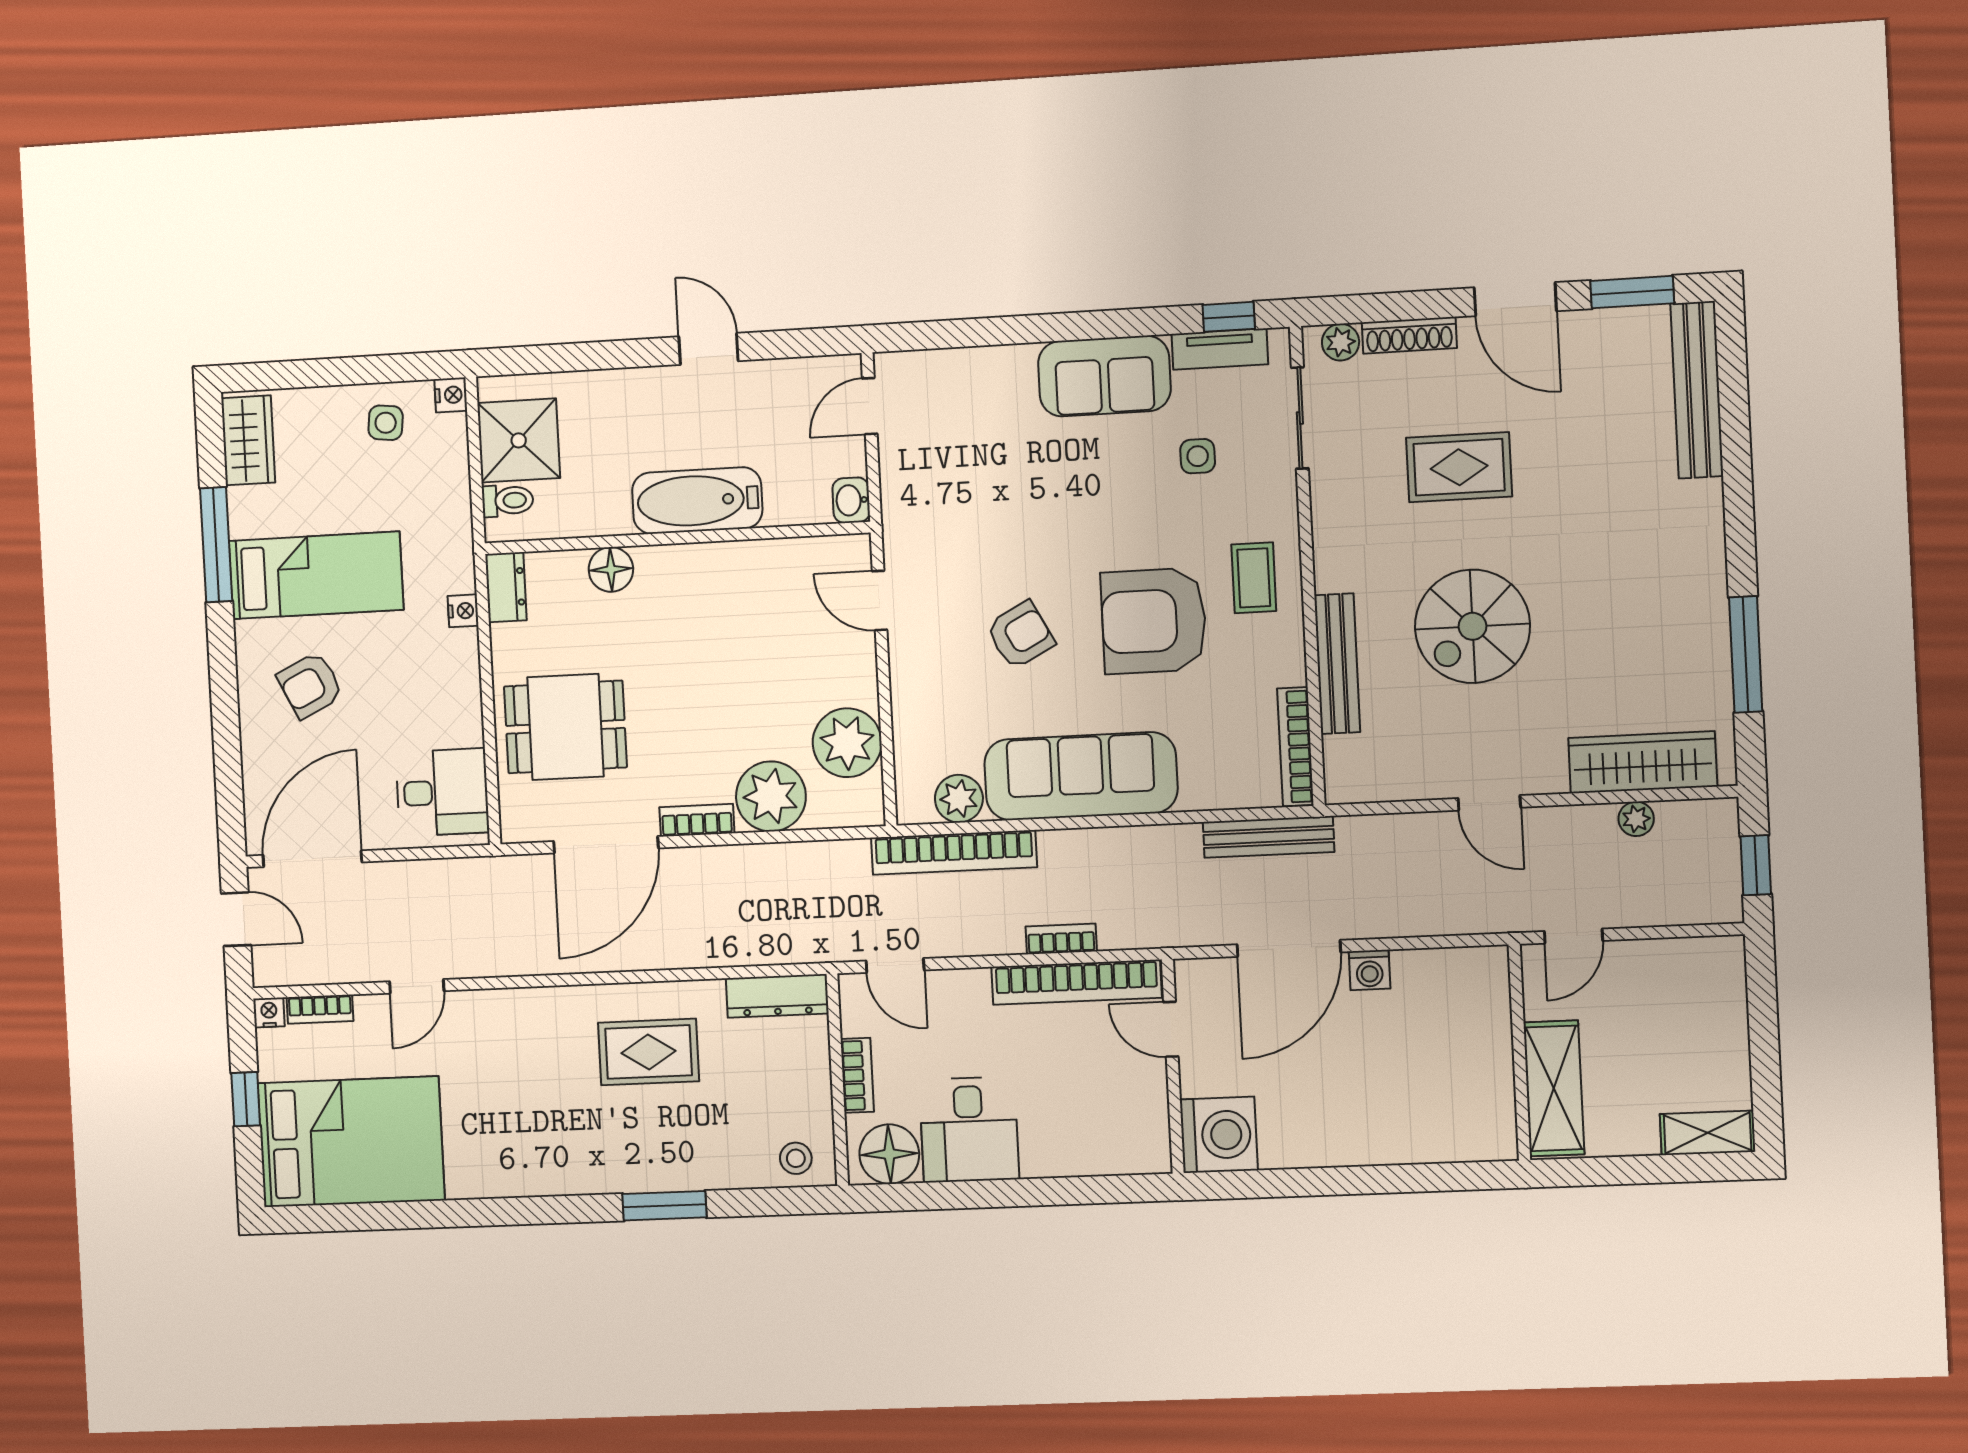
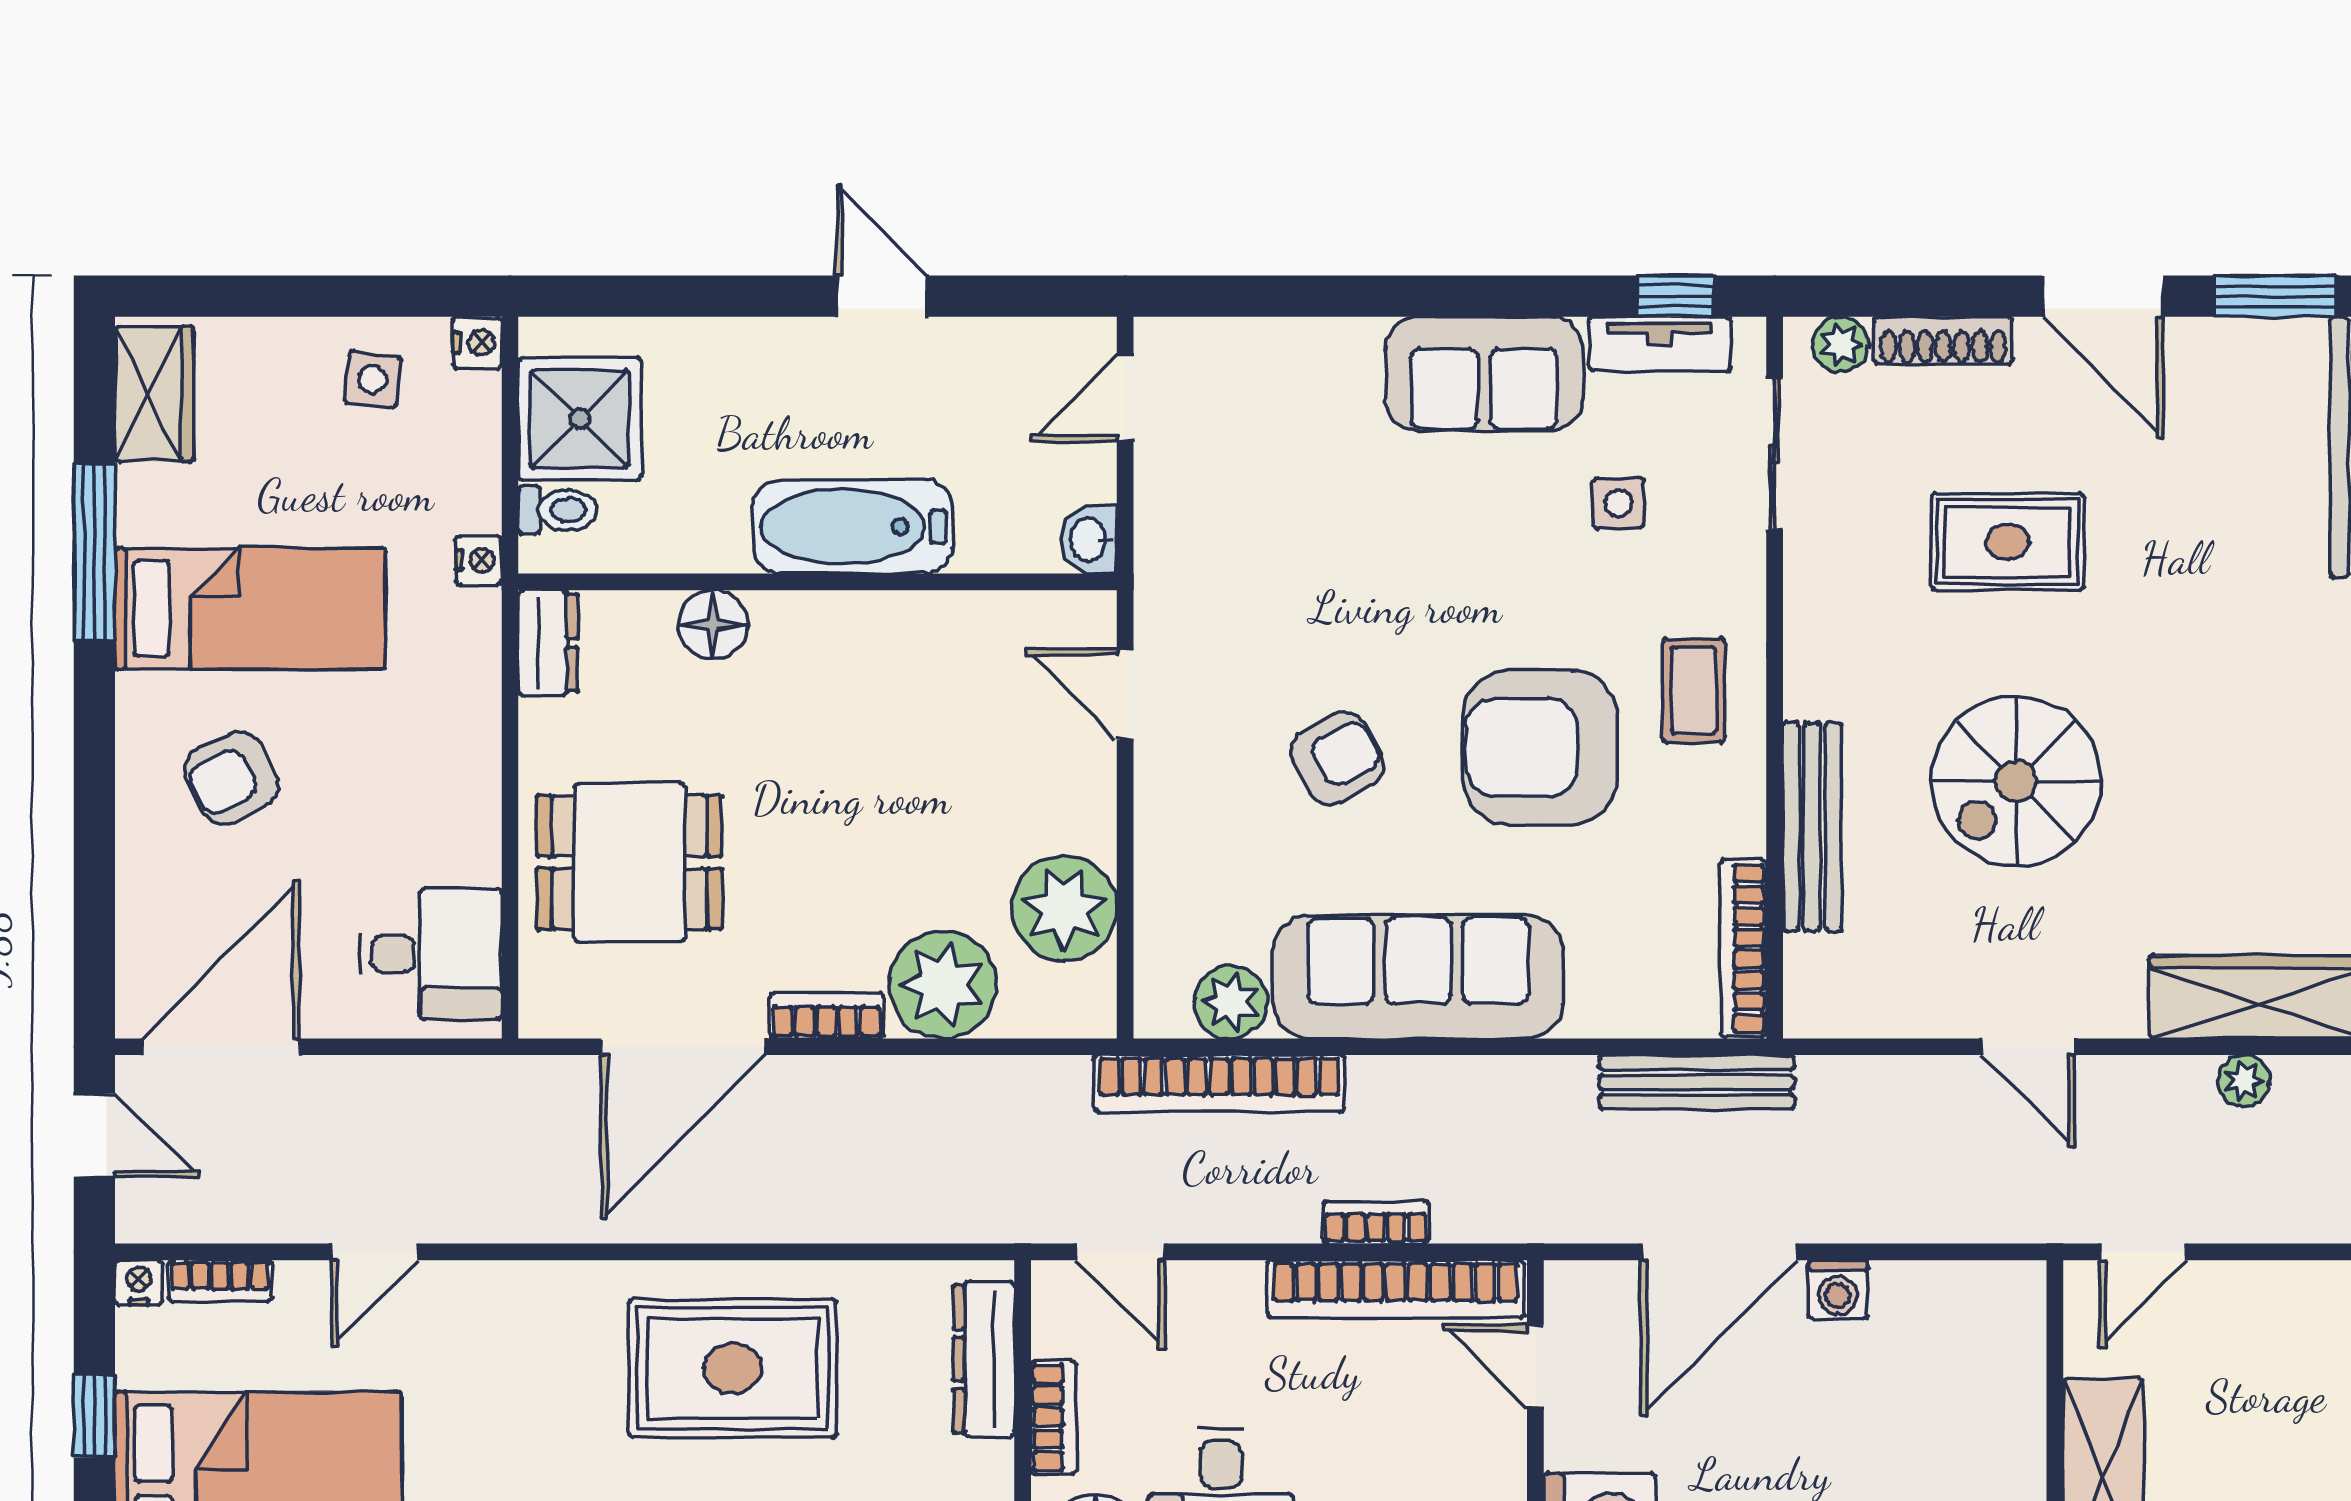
nightstand: (463, 611) -> (479, 560), moved
dresser: (777, 996) -> (984, 1359), moved, turned 90
rug: (649, 1052) -> (733, 1368), width x1.36, depth x1.43

